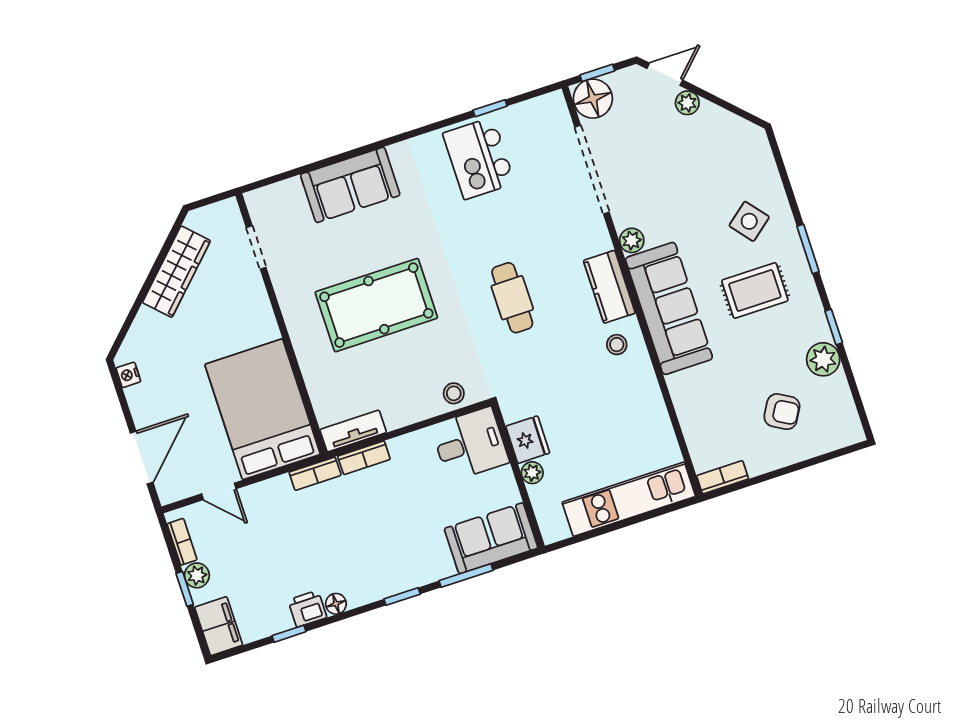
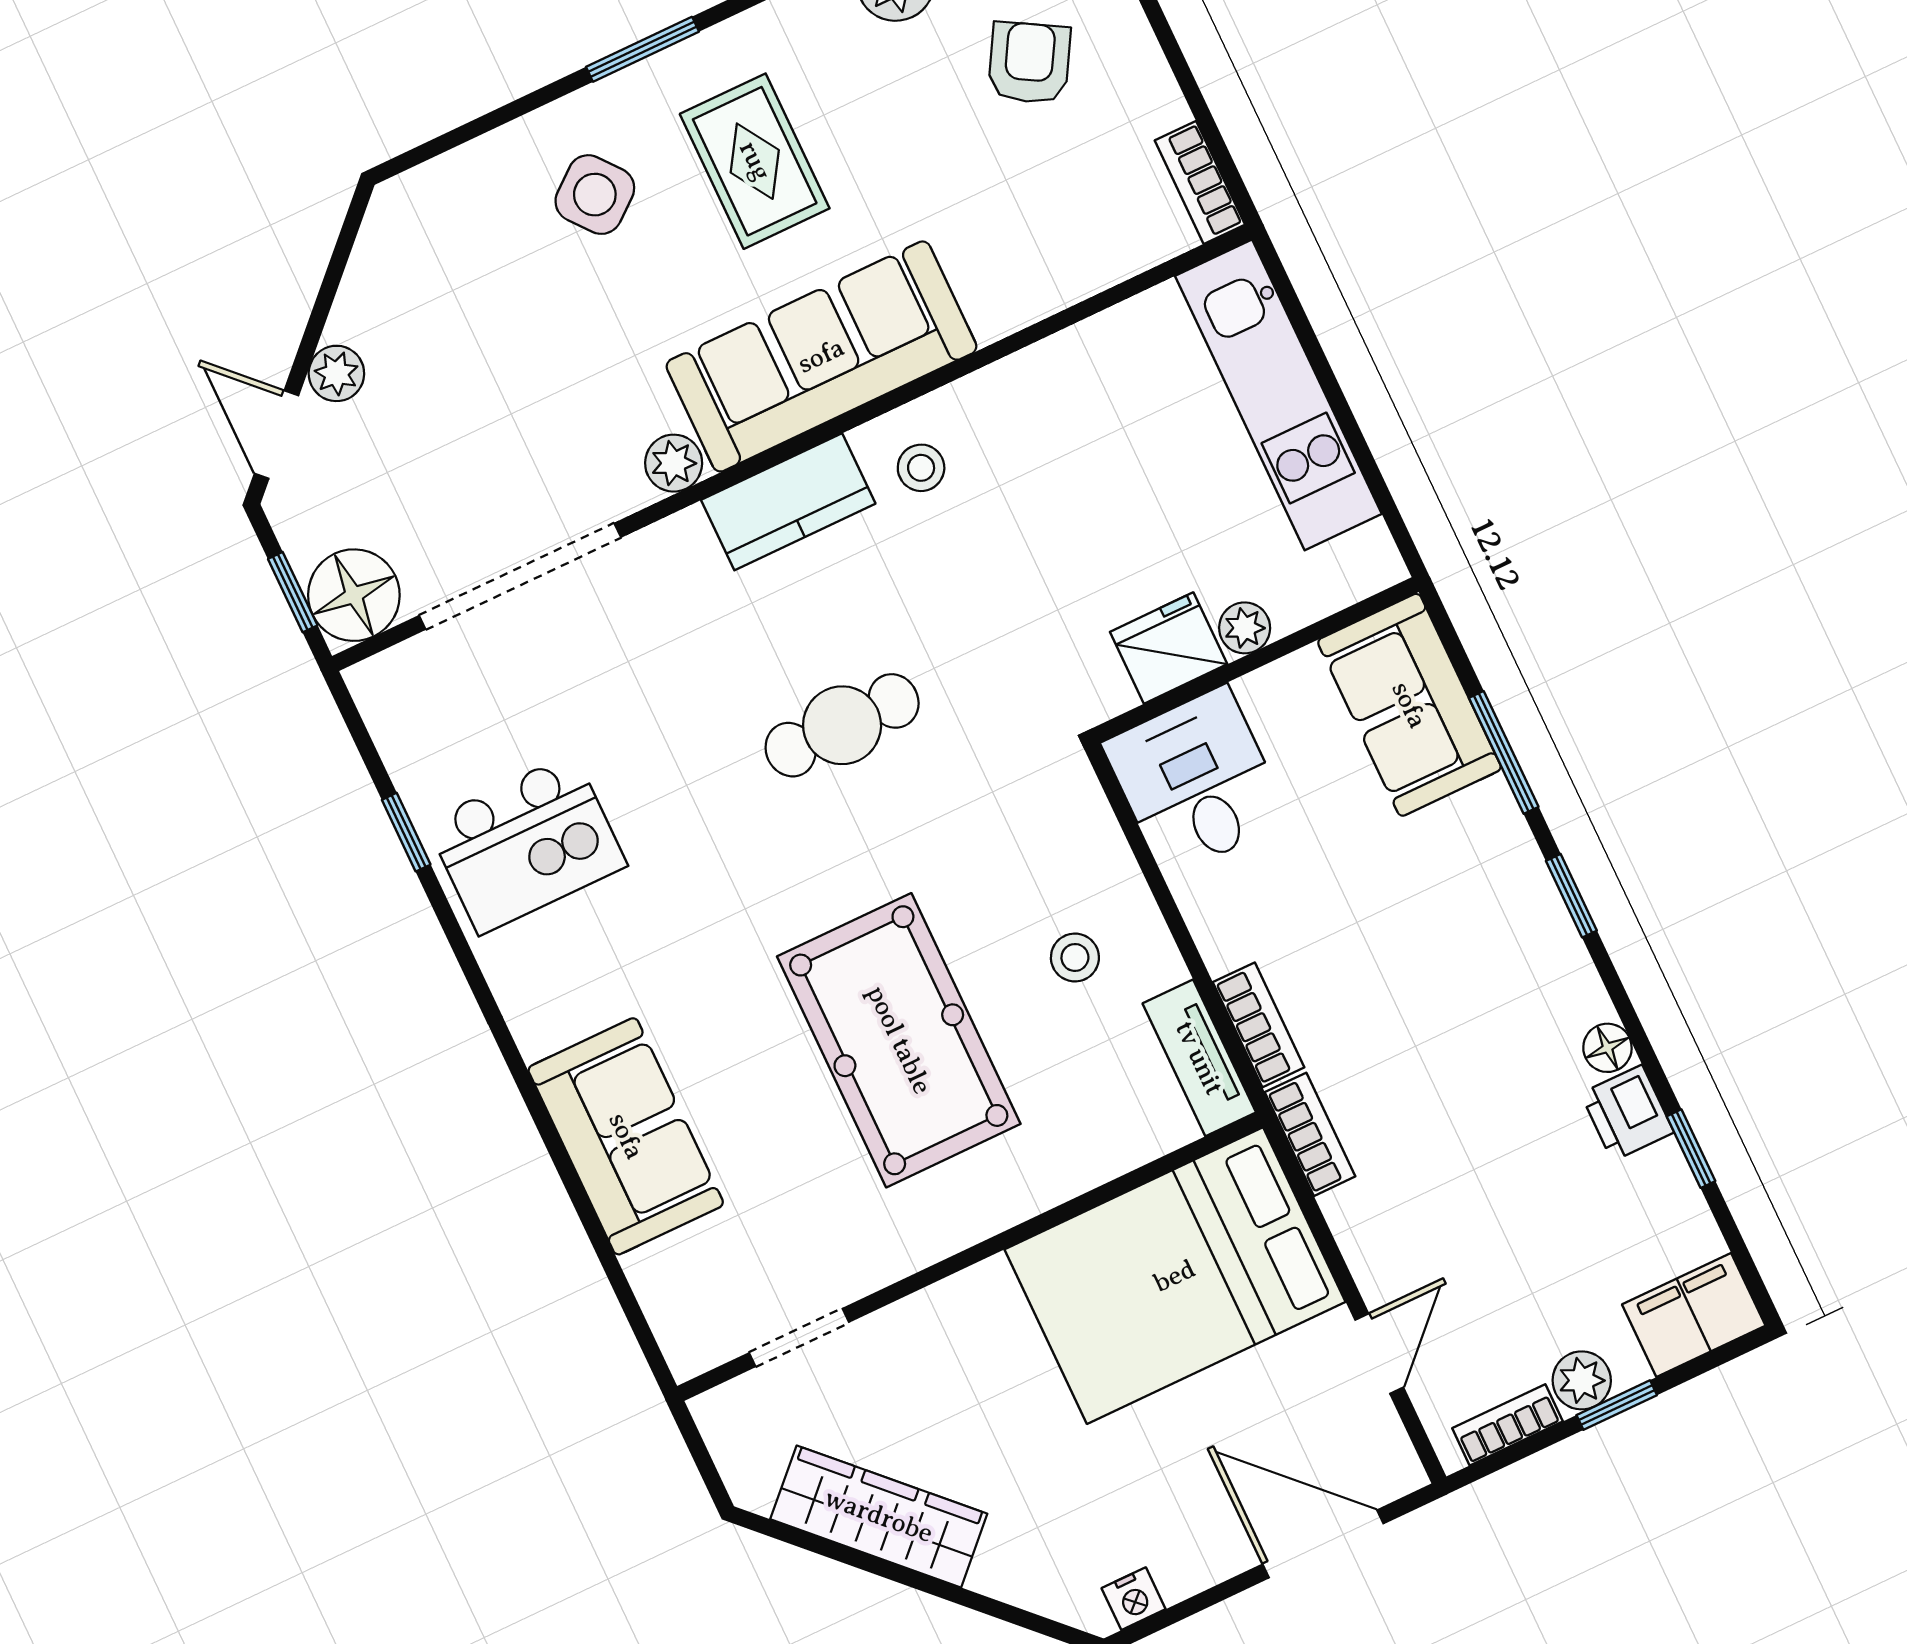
stool: (454, 393) -> (1075, 957), moved

